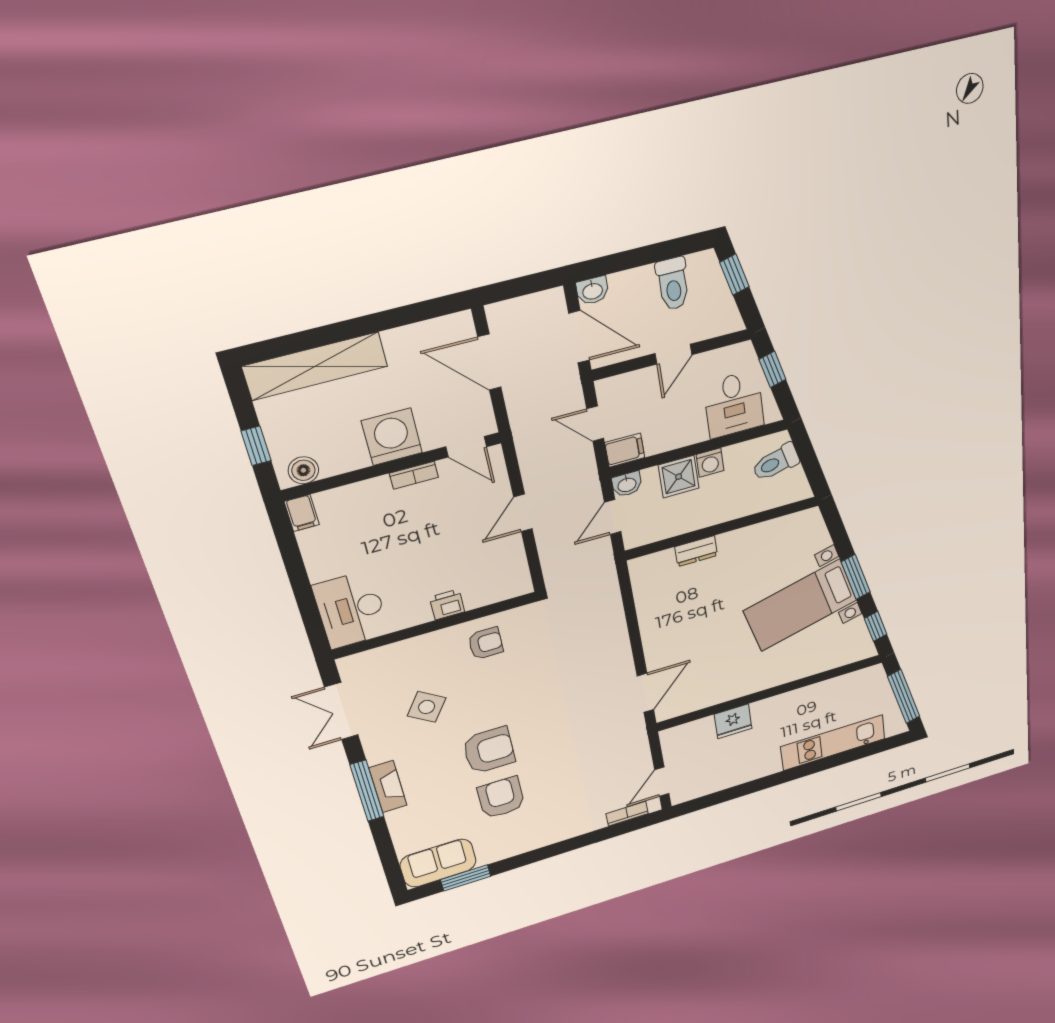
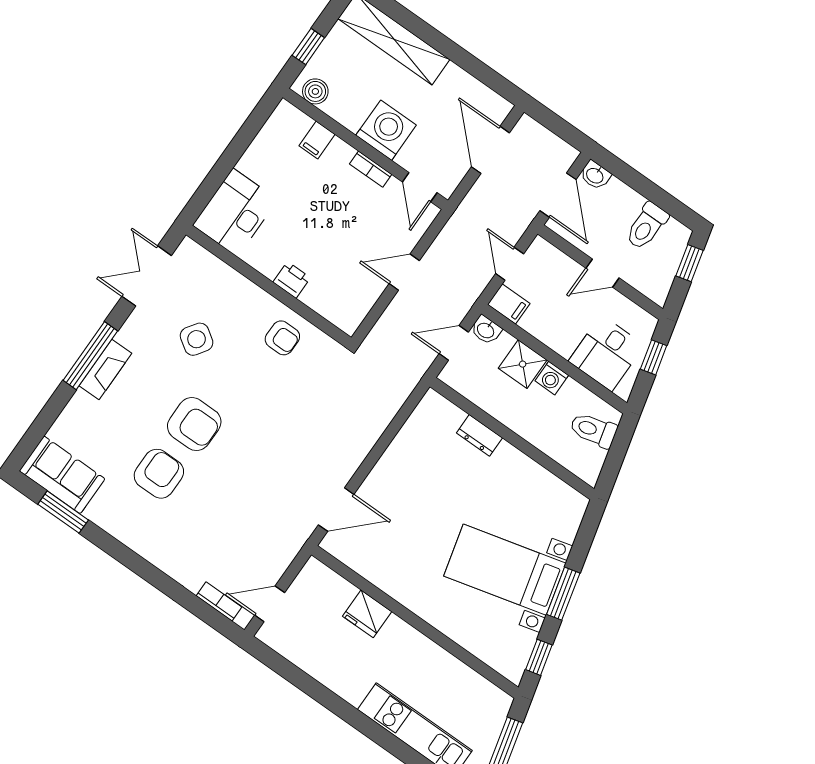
filing cabinet: (302, 513) -> (317, 140), moved

